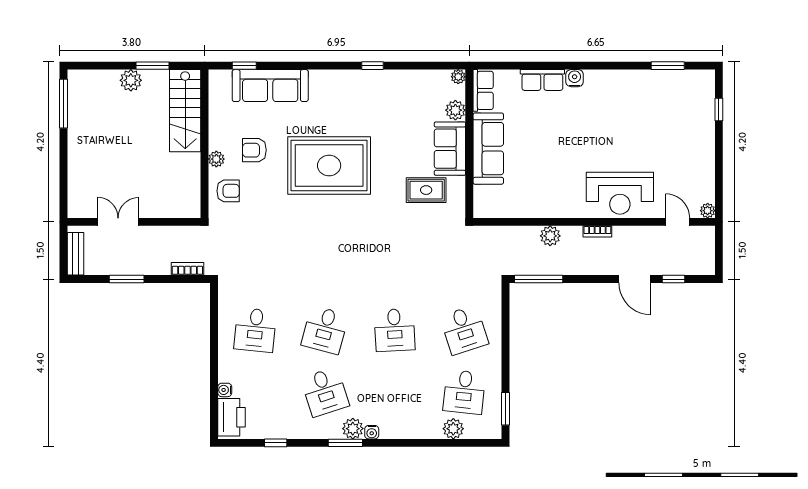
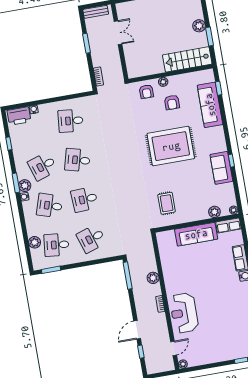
sofa: (450, 149) -> (221, 168), moved, turned -90
armchair: (254, 150) -> (172, 102), turned 180
rug: (329, 166) -> (171, 146), turned 90
desk: (395, 392) -> (50, 206), added

